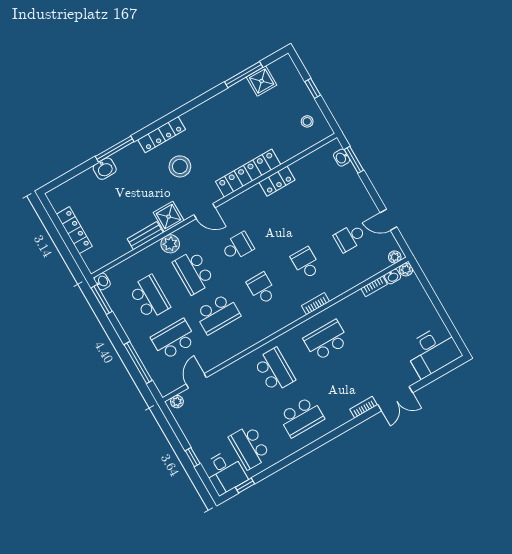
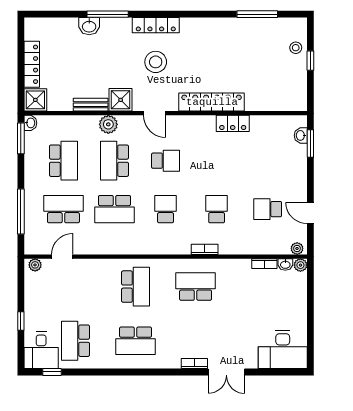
shower: (262, 81) -> (35, 100), moved
stool: (307, 121) -> (296, 48), moved

